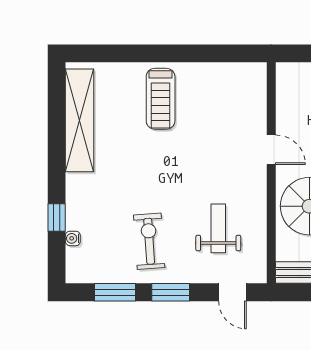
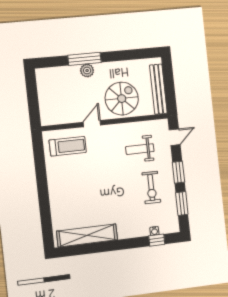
treadmill: (161, 99) -> (68, 146), moved
window: (57, 217) -> (157, 240), moved
exercise bike: (149, 241) -> (151, 188), turned -86

